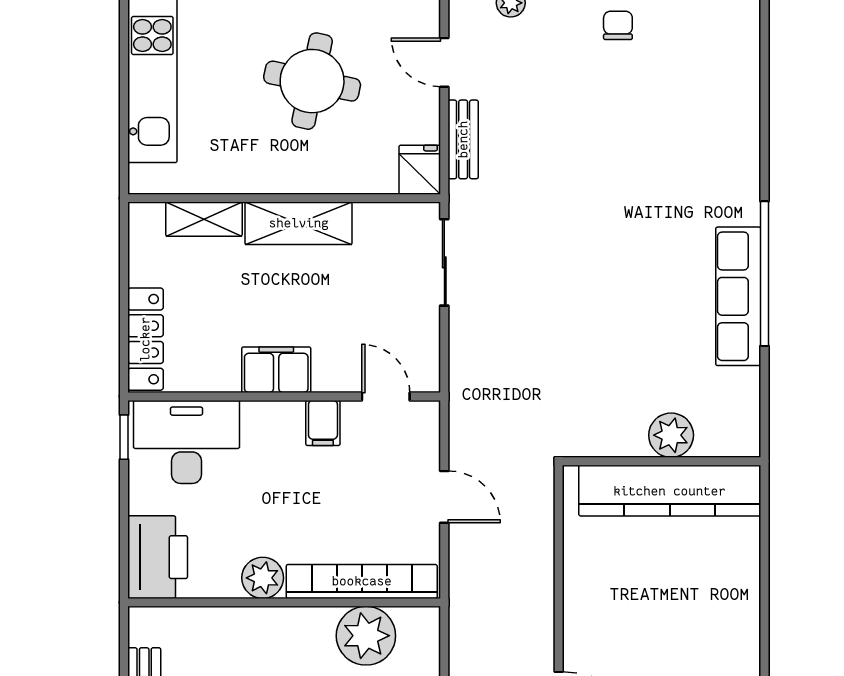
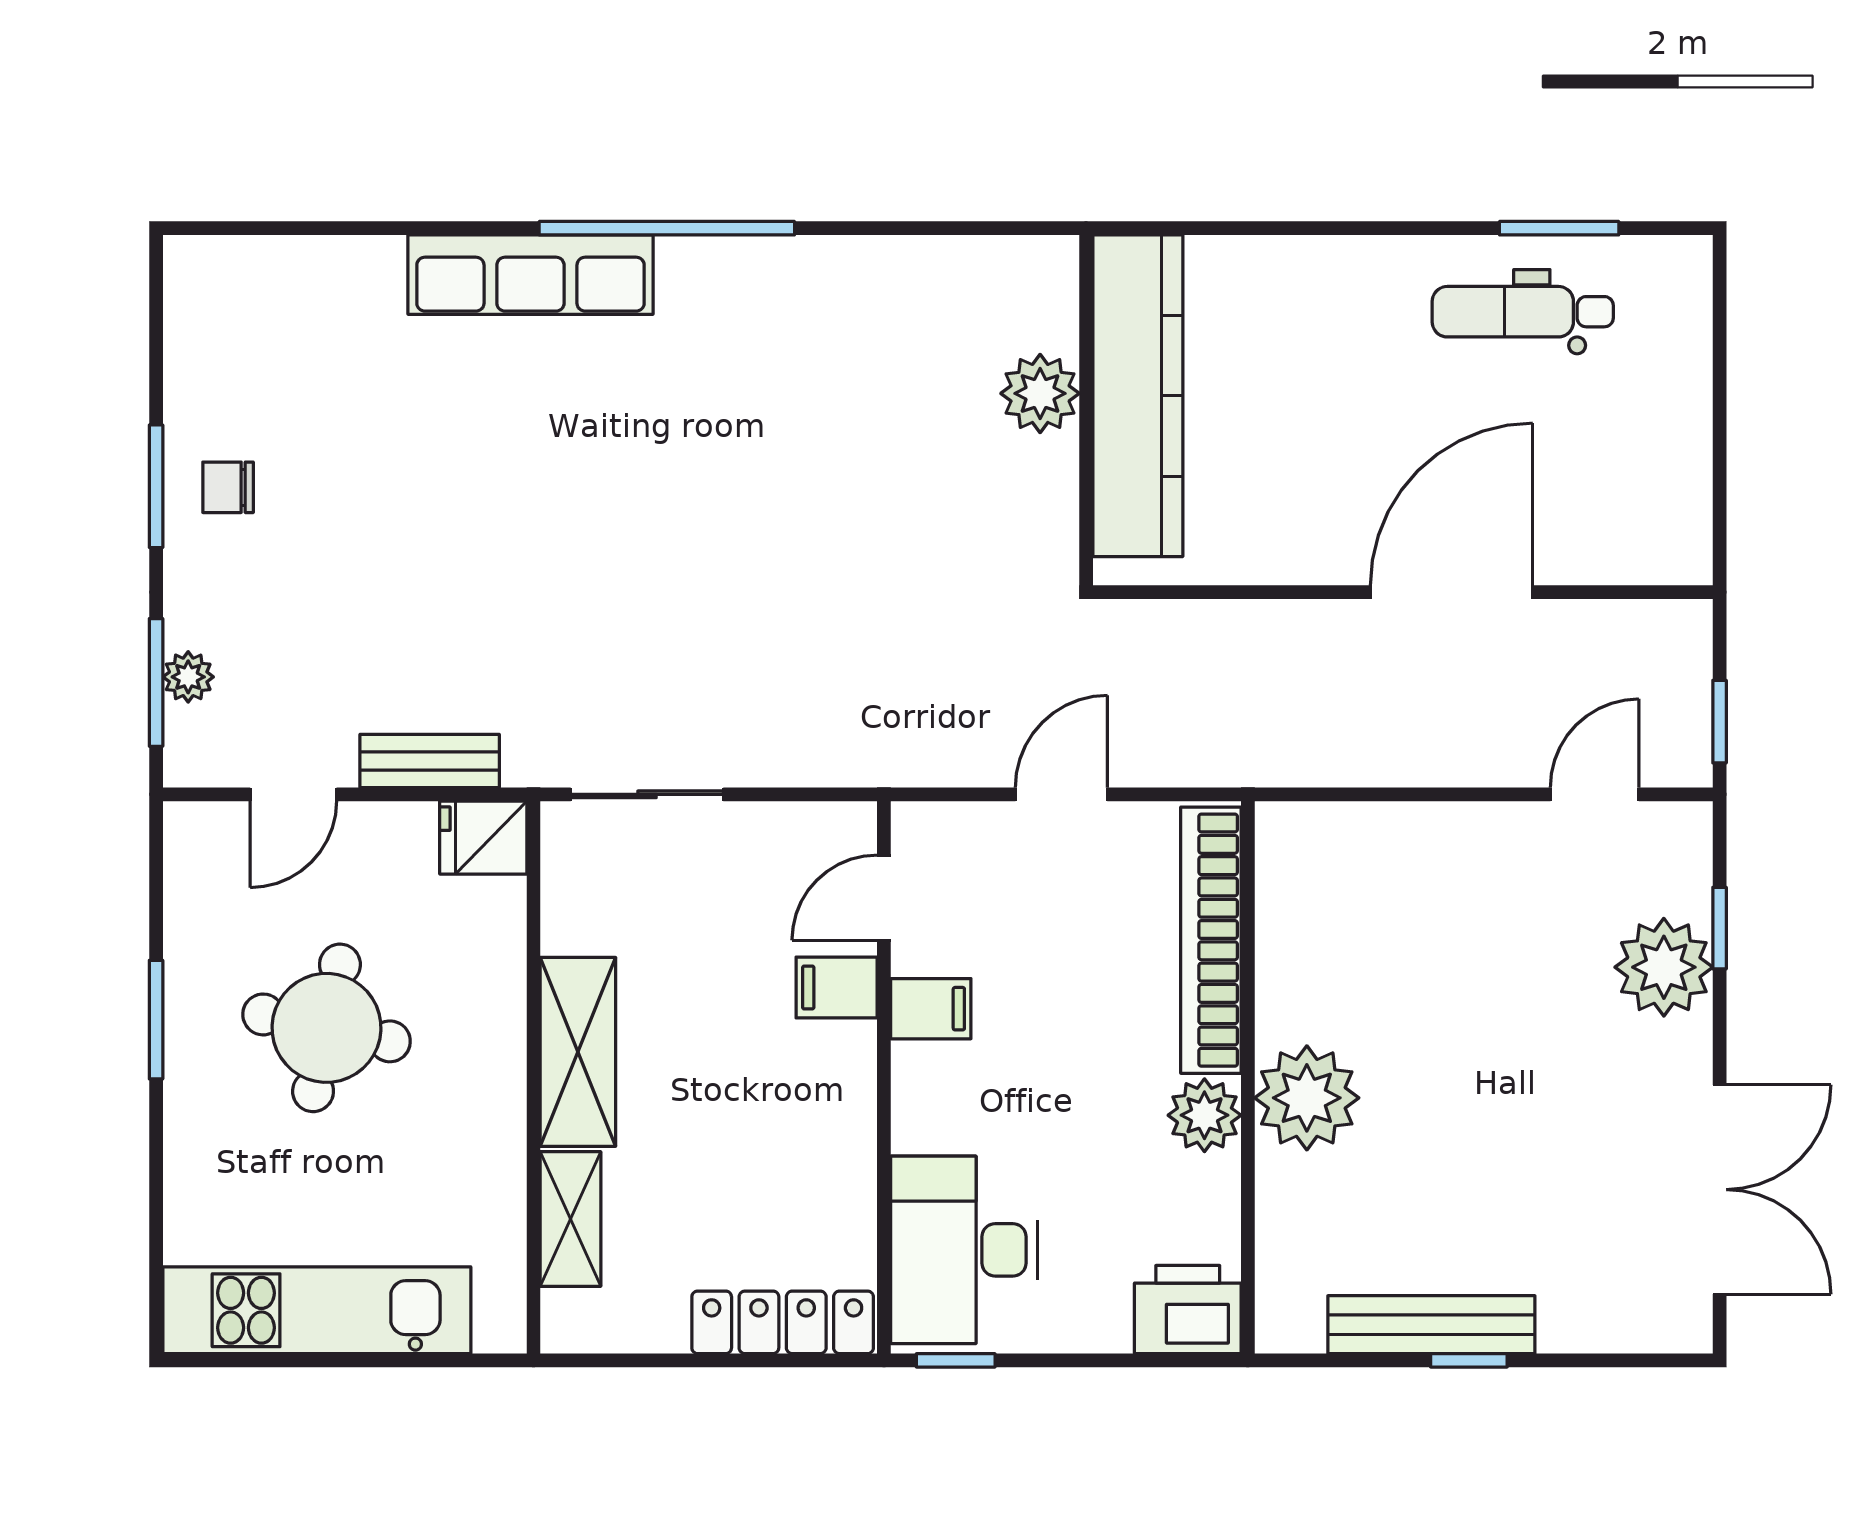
row of seats: (738, 296) -> (530, 275), moved
filing cabinet: (276, 370) -> (837, 987), moved, width x0.50
plant: (671, 435) -> (1040, 393), moved
wall: (662, 461) -> (1086, 410), moved
kitchen counter: (670, 491) -> (1138, 396), moved
printer: (158, 557) -> (1188, 1310), width x0.73, depth x0.84
plant: (366, 636) -> (1307, 1098), moved

